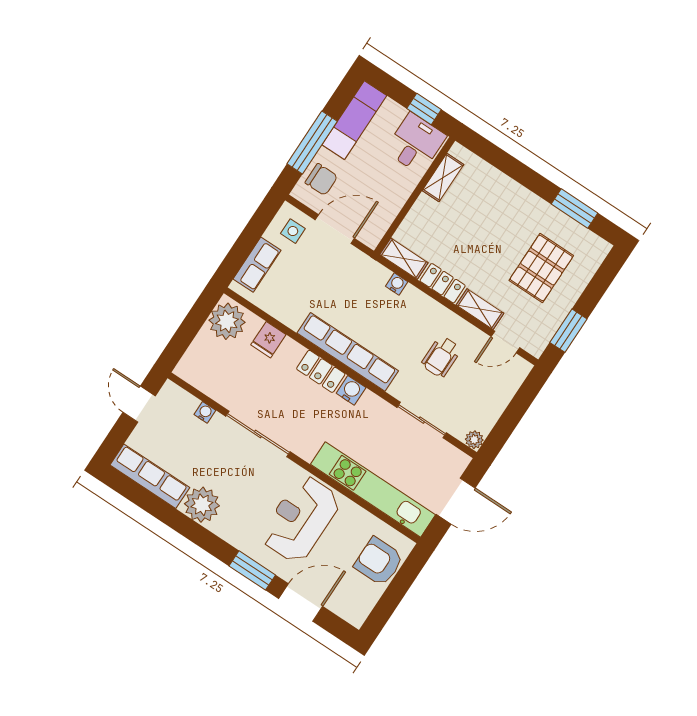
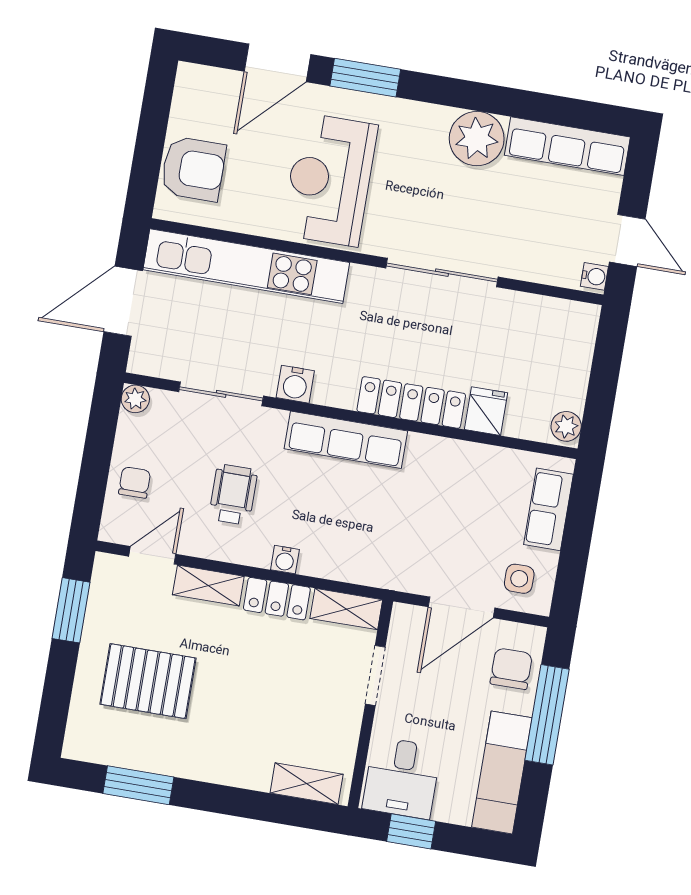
shelving: (443, 178) -> (307, 784), moved, turned 90
chair: (321, 179) -> (511, 669), turned 90
doorway: (404, 211) -> (375, 675), added
pallet: (541, 268) -> (148, 681), turned 90
water cooler: (397, 284) -> (285, 560), moved
plant: (227, 321) -> (566, 426), width x0.53, depth x0.53
row of seats: (348, 352) -> (346, 440), width x0.73
locker: (321, 371) -> (411, 402), width x1.53
water cooler: (351, 390) -> (295, 384), moved
chair: (497, 390) -> (135, 482), added
water cooler: (205, 412) -> (594, 276), moved, turned -90
reception desk: (300, 519) -> (330, 180), turned 180

